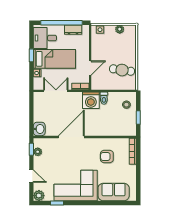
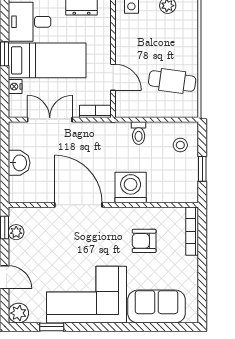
door: (90, 68) -> (113, 77), hinge flipped
washing machine: (91, 100) -> (131, 187), moved, turned 180
washbasin: (39, 129) -> (19, 163), moved
door: (71, 137) -> (78, 205), hinge flipped

